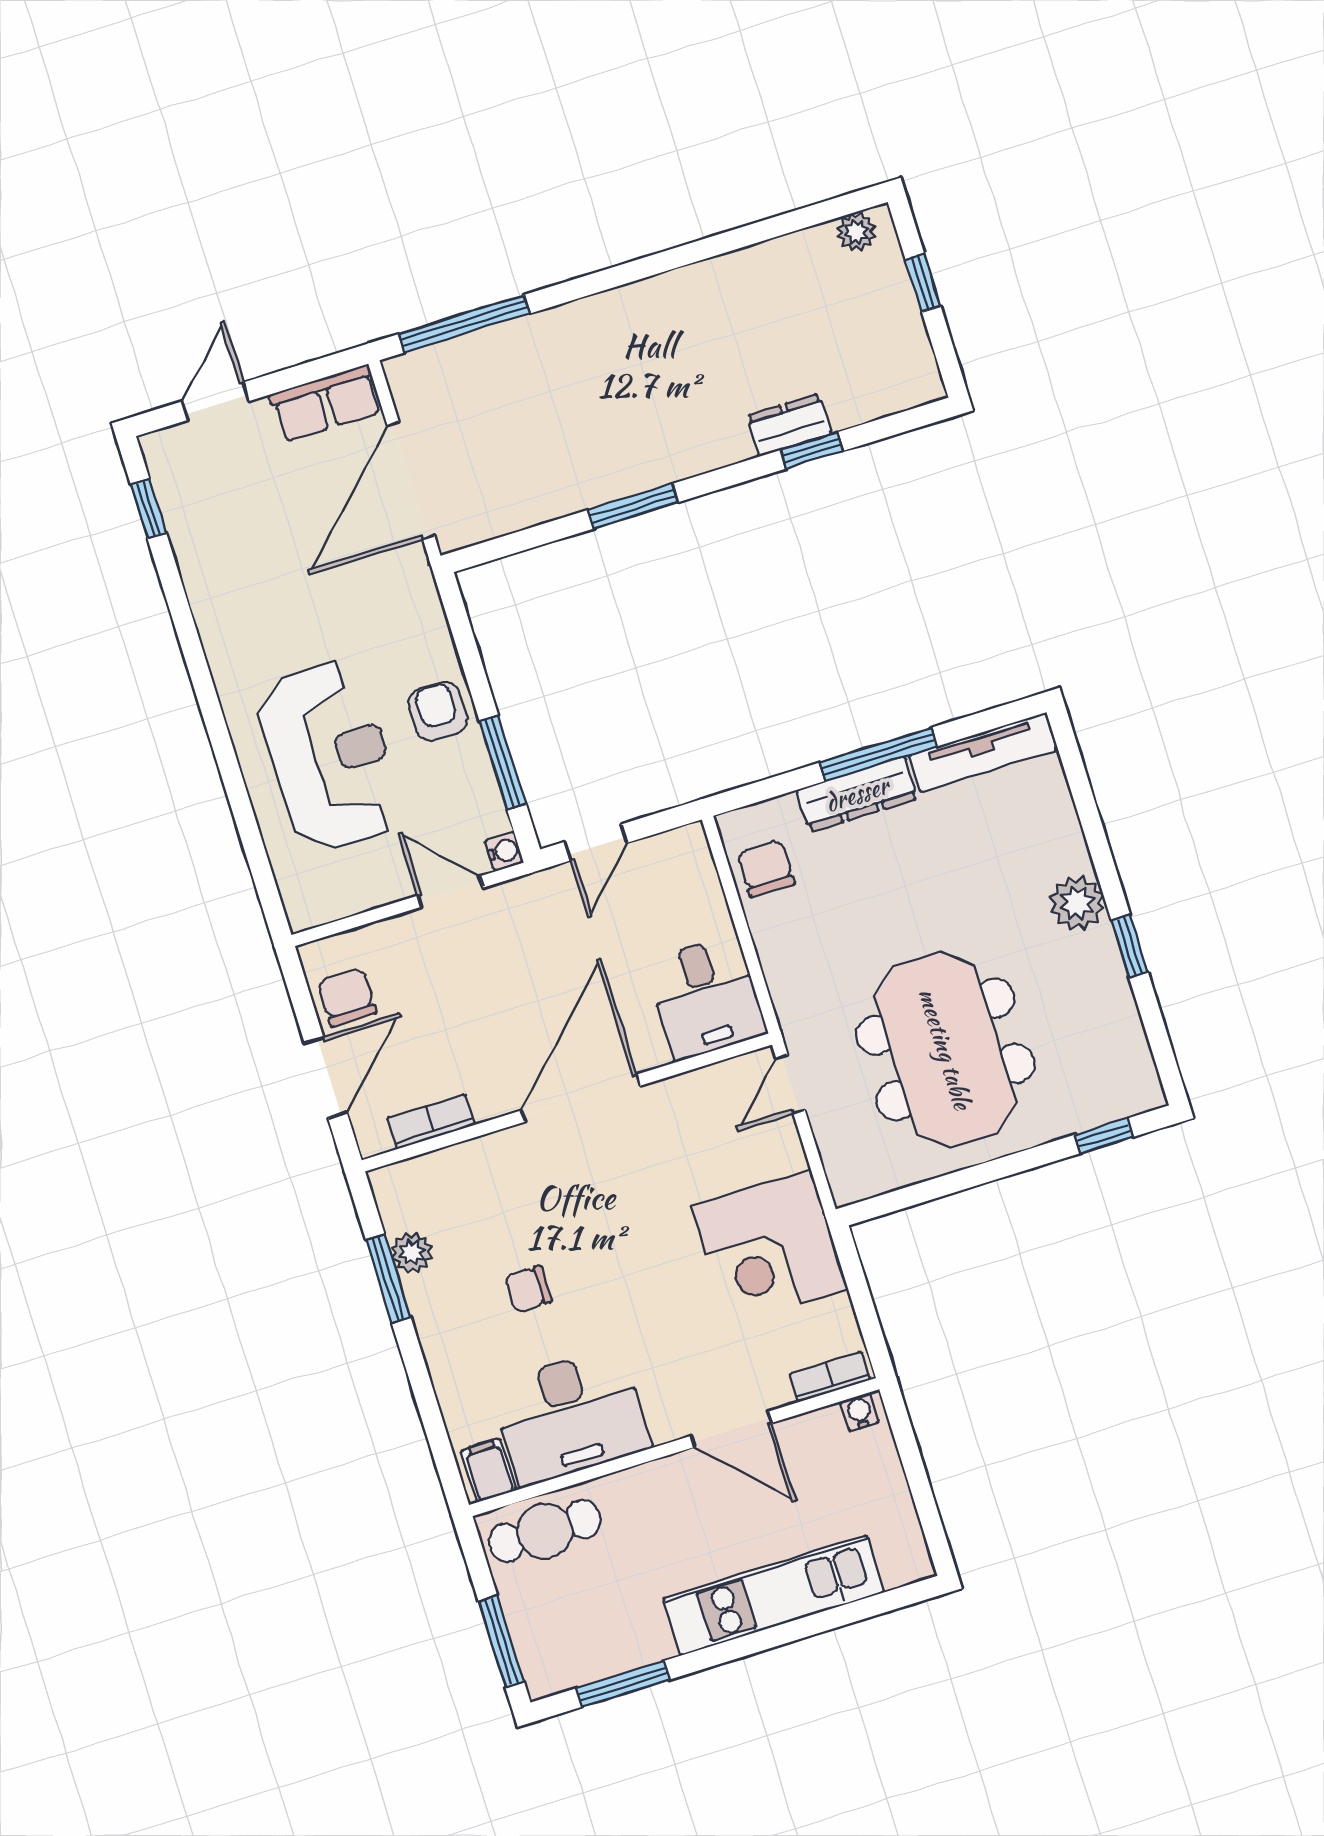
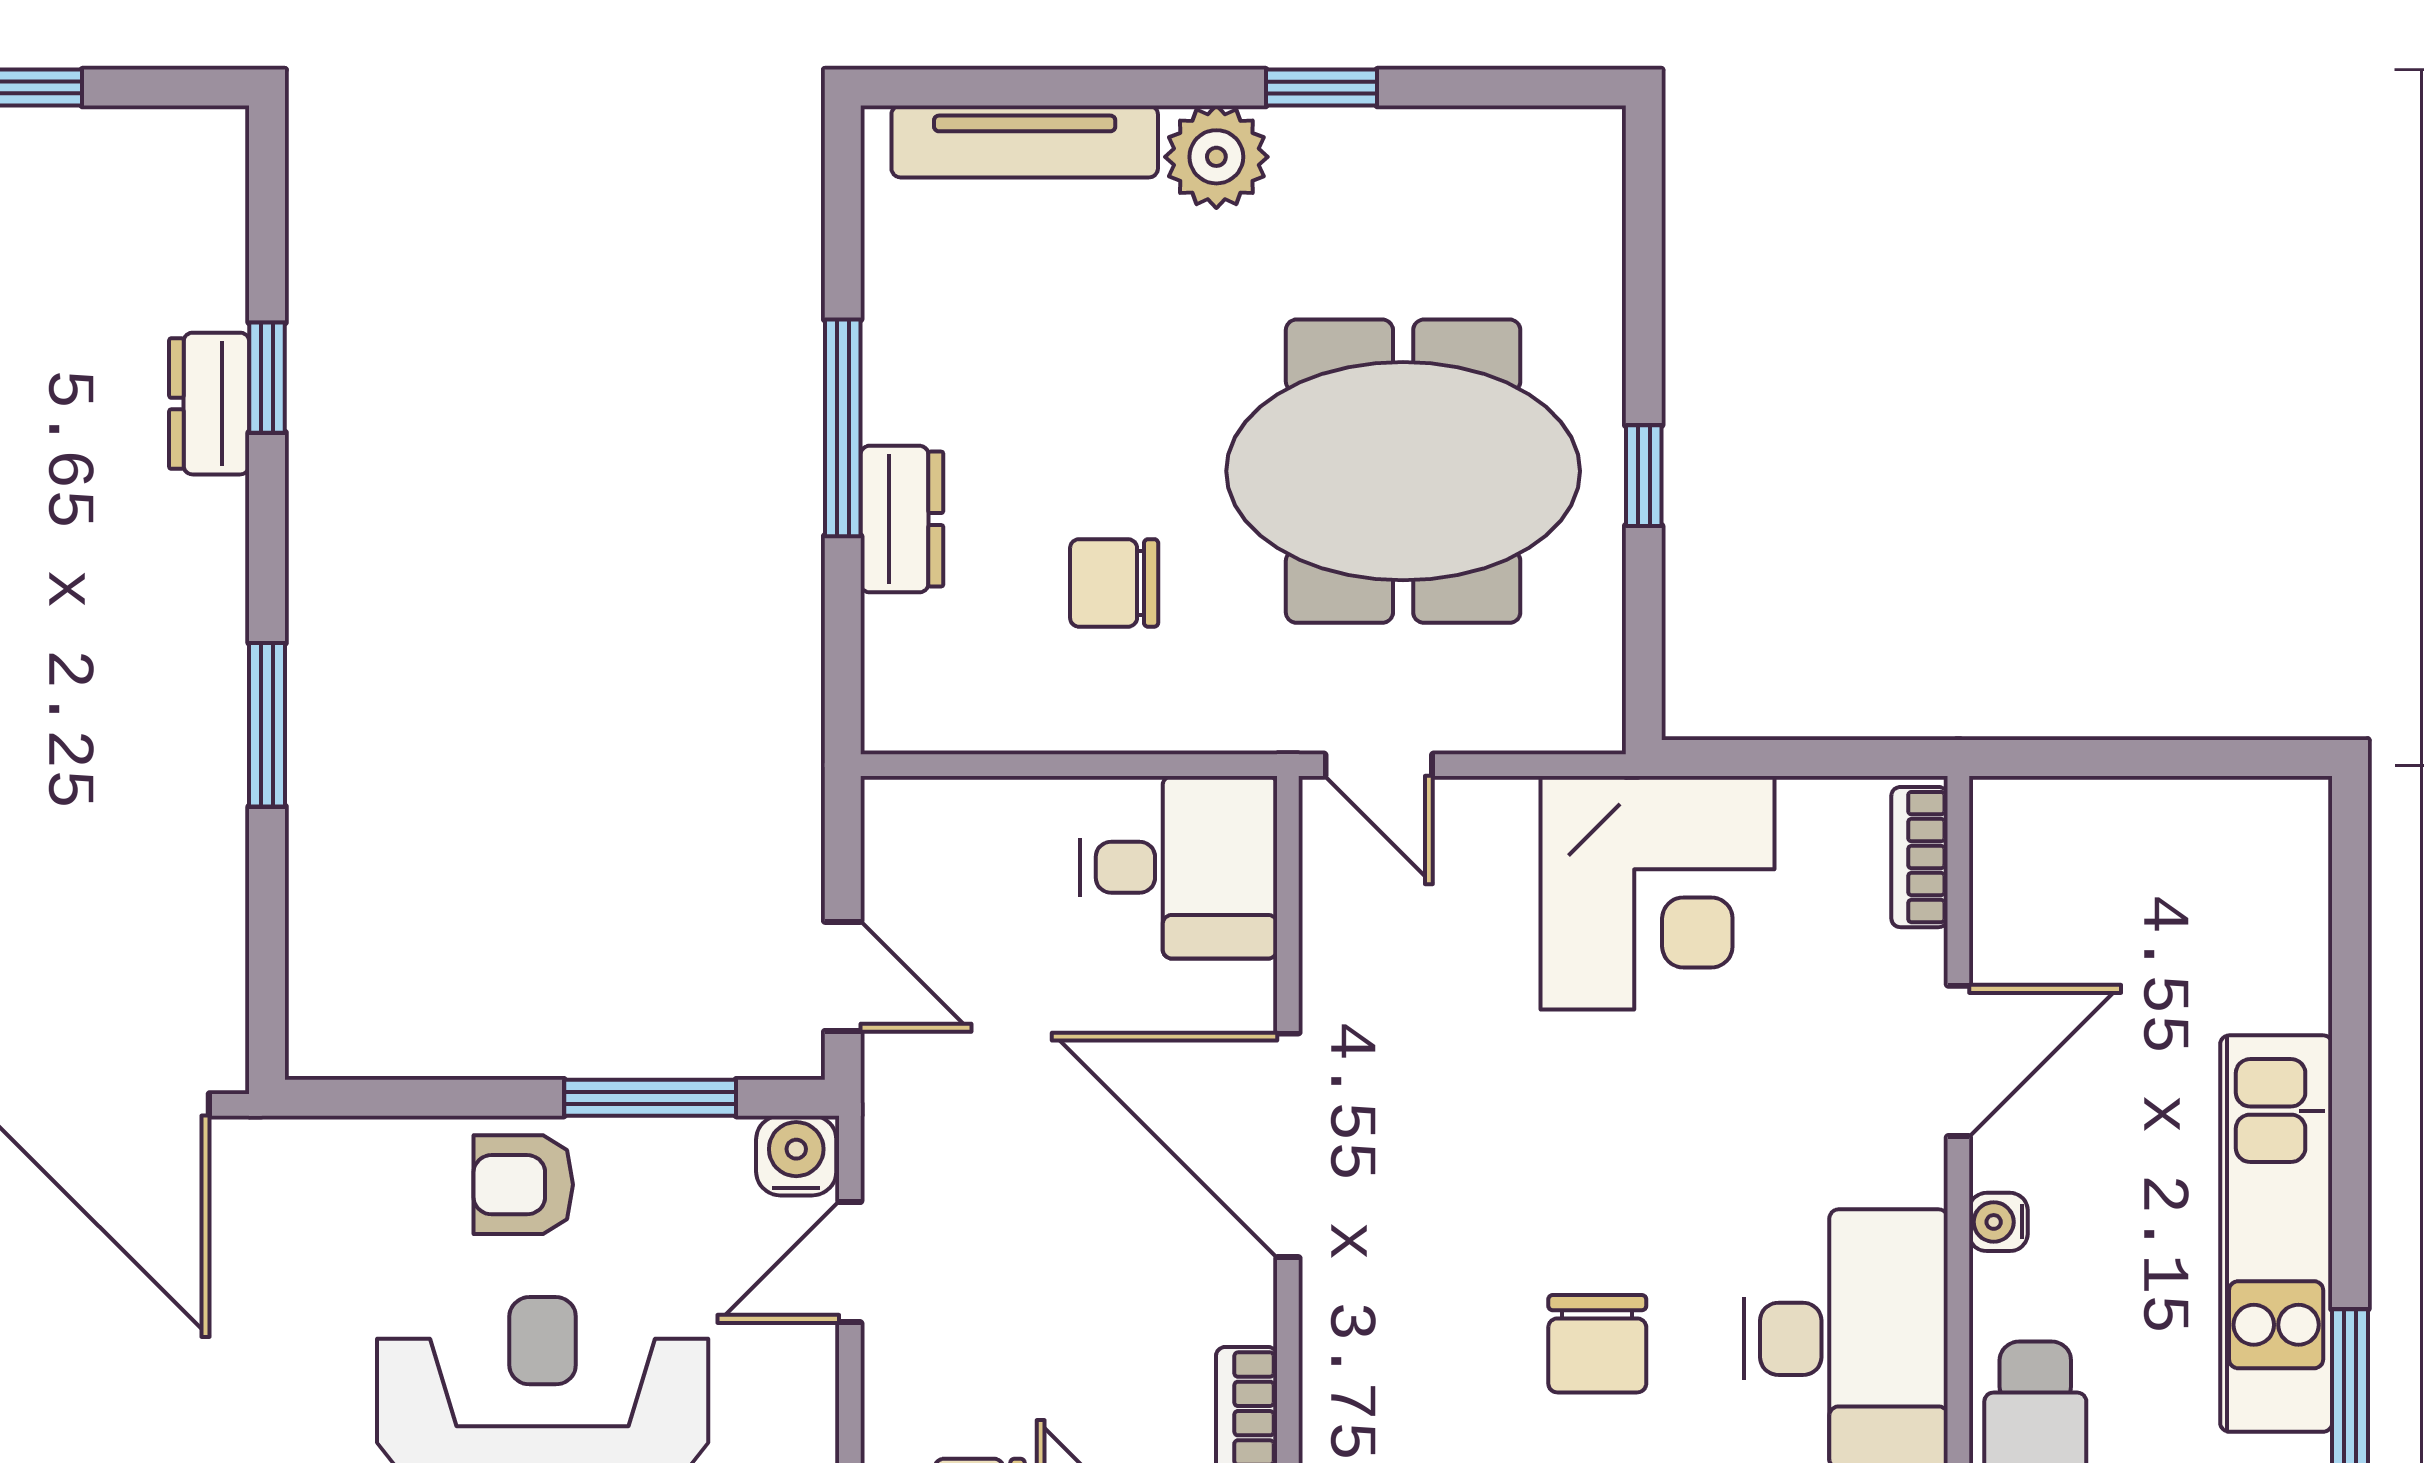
tv unit: (983, 752) -> (1025, 141), moved, turned 90
dresser: (857, 794) -> (902, 519), width x0.70
water cooler: (504, 851) -> (796, 1156), width x1.38, depth x1.38
chair: (766, 869) -> (1114, 583), moved
window: (1104, 1136) -> (1644, 476), moved
chair: (528, 1289) -> (1597, 1344), width x1.37, depth x1.37
water cooler: (860, 1412) -> (1998, 1222), moved
kitchen unit: (774, 1595) -> (2276, 1234), moved

